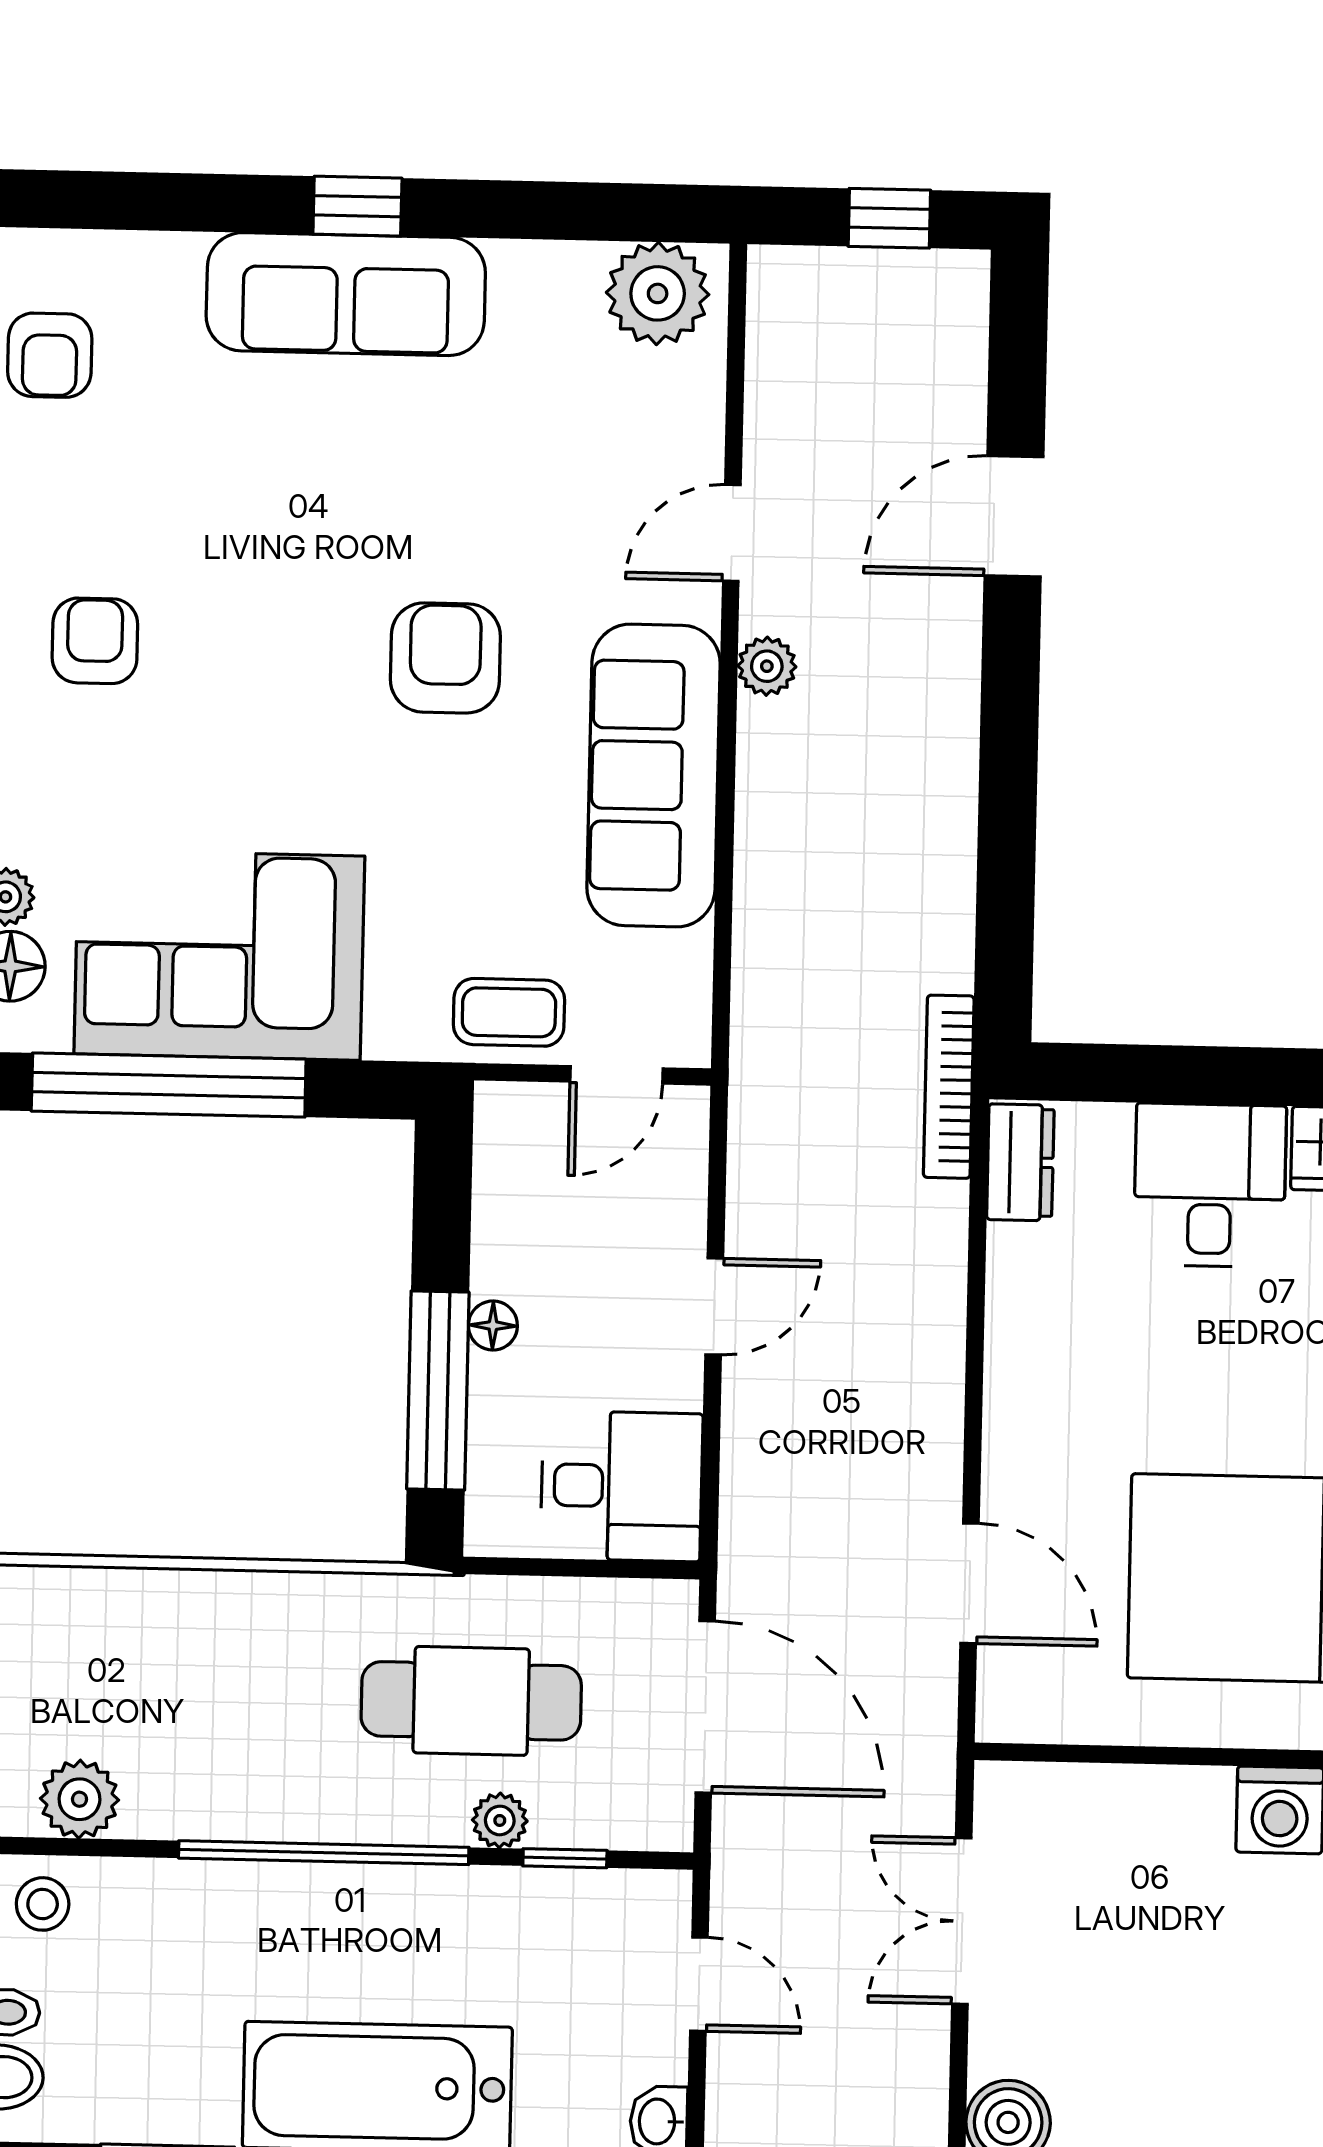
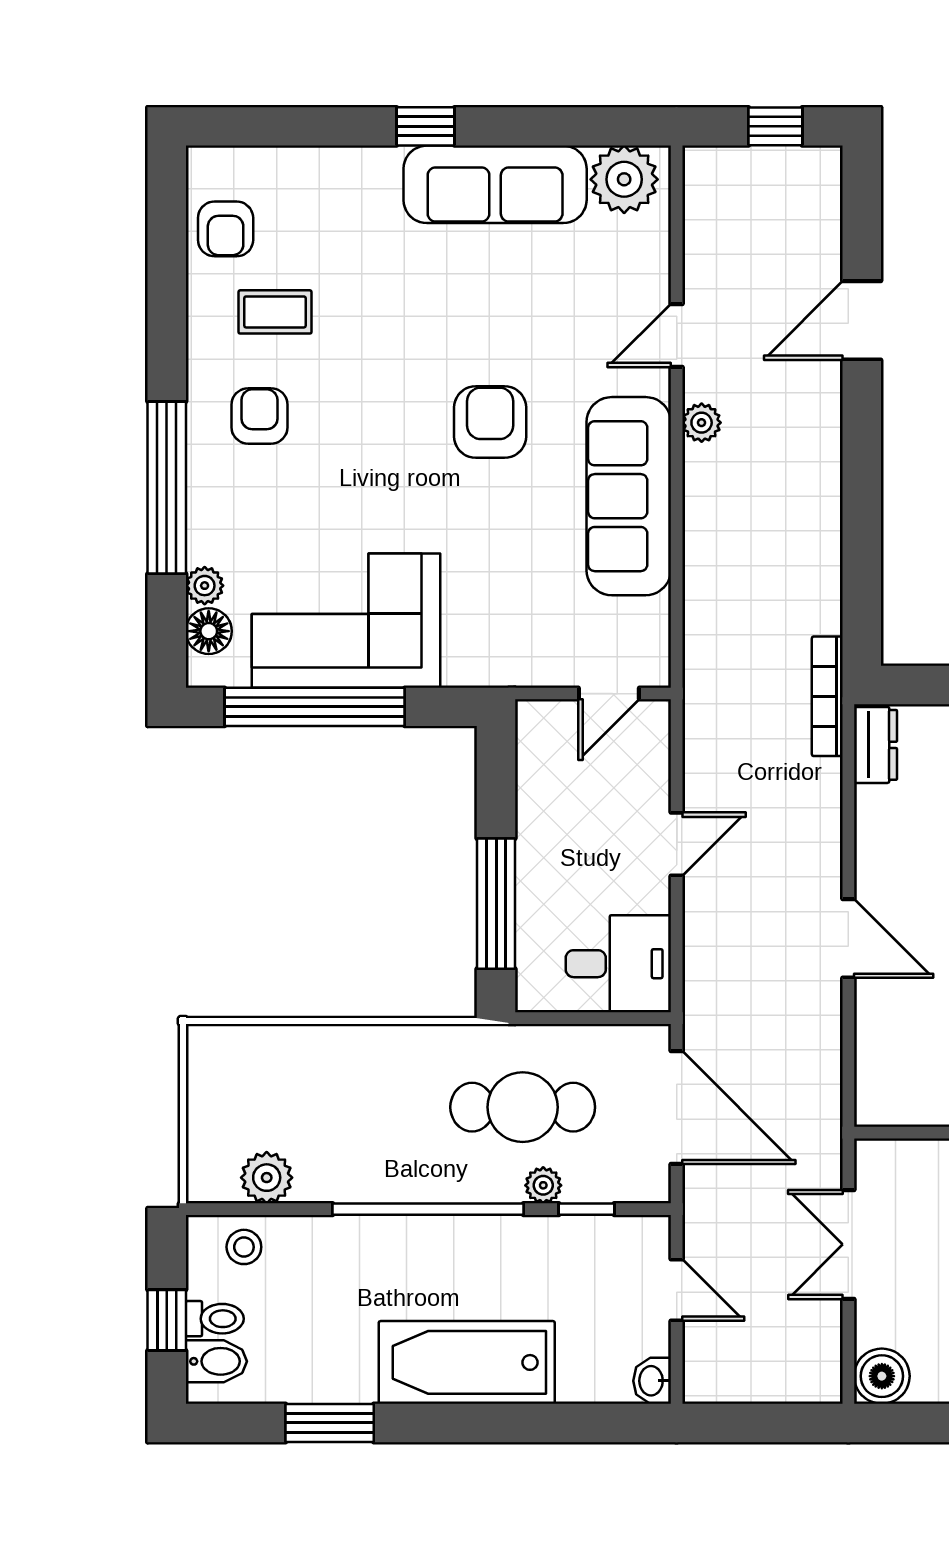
sofa: (346, 294) -> (495, 184), moved
coffee table: (509, 1012) -> (275, 312), moved
floor lamp: (493, 1326) -> (531, 860), removed
door: (969, 1583) -> (848, 938), moved

